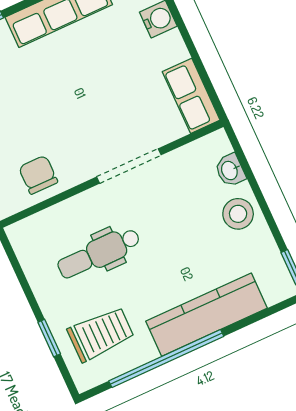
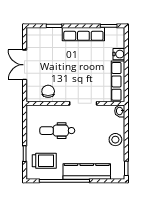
row of seats: (191, 96) -> (118, 81), width x1.48
washbasin: (230, 170) -> (120, 111), moved

